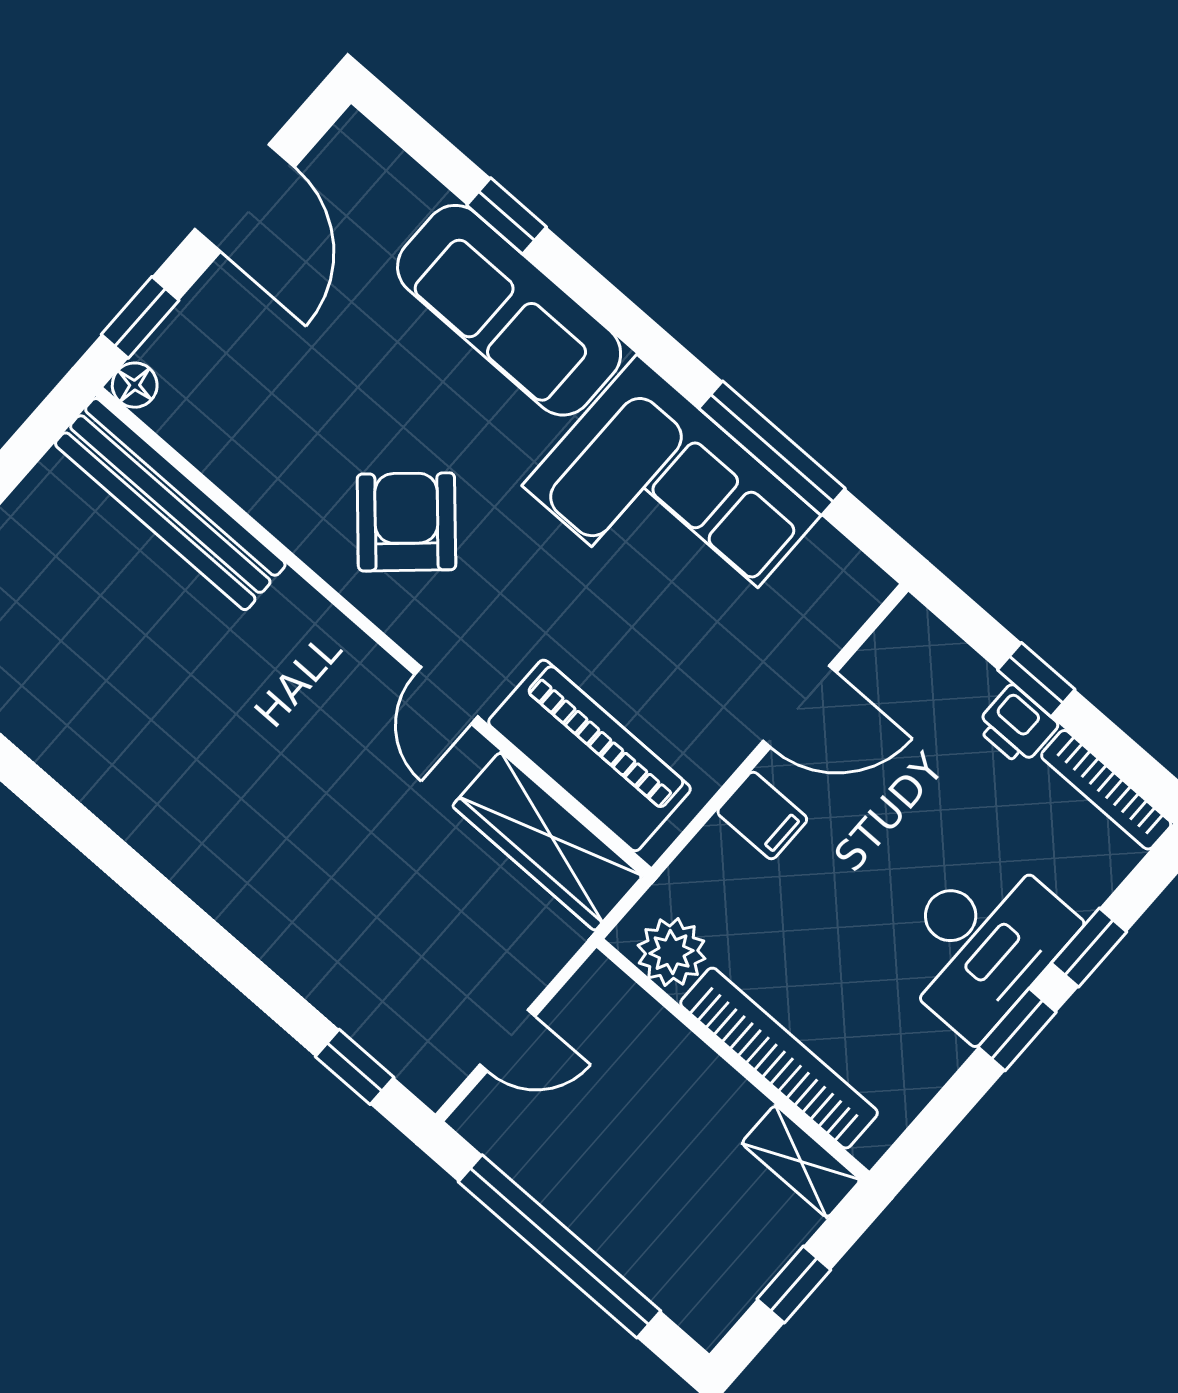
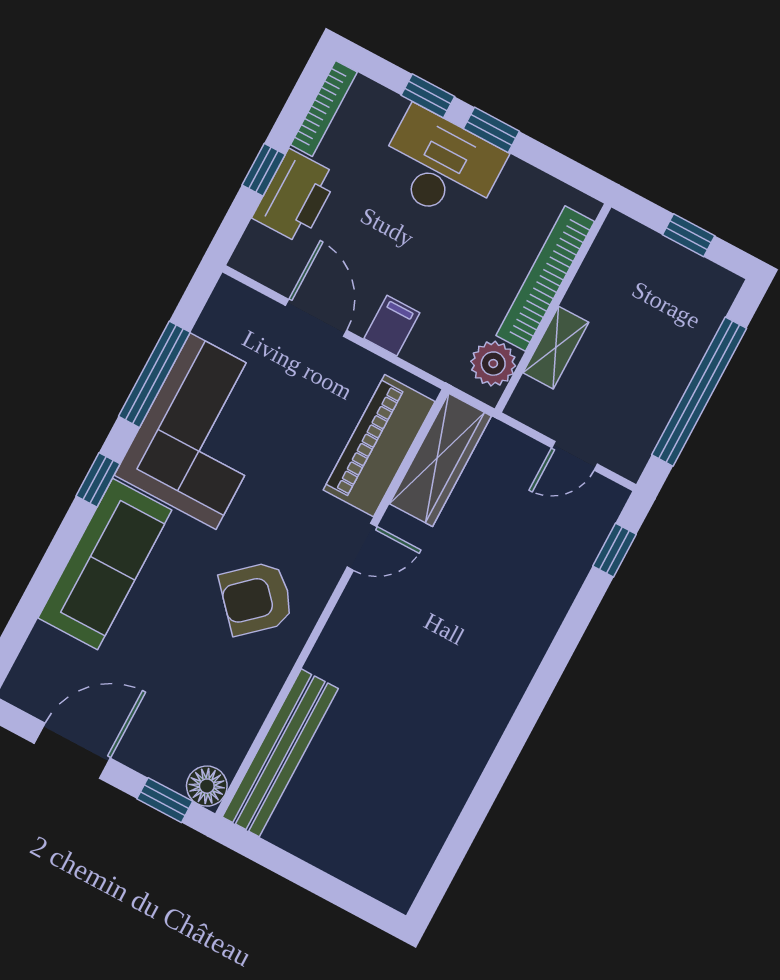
window: (507, 216) -> (98, 480), moved
floor lamp: (135, 385) -> (207, 786), width x1.37, depth x1.37
printer: (1017, 725) -> (295, 196), width x1.87, depth x1.48
door: (507, 1040) -> (575, 456), swing flipped
shelving: (801, 1161) -> (556, 348), moved

